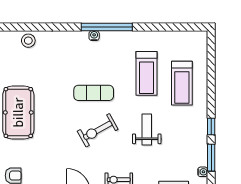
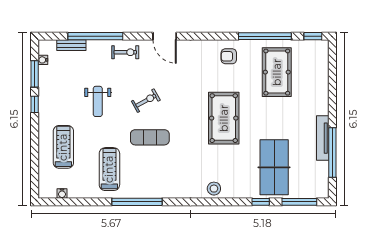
water cooler: (94, 36) -> (62, 193), moved
treadmill: (146, 73) -> (109, 169), moved
exercise bike: (98, 130) -> (146, 101), width x0.73, depth x0.72

